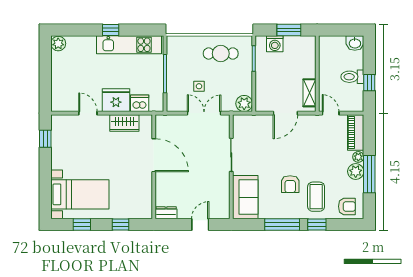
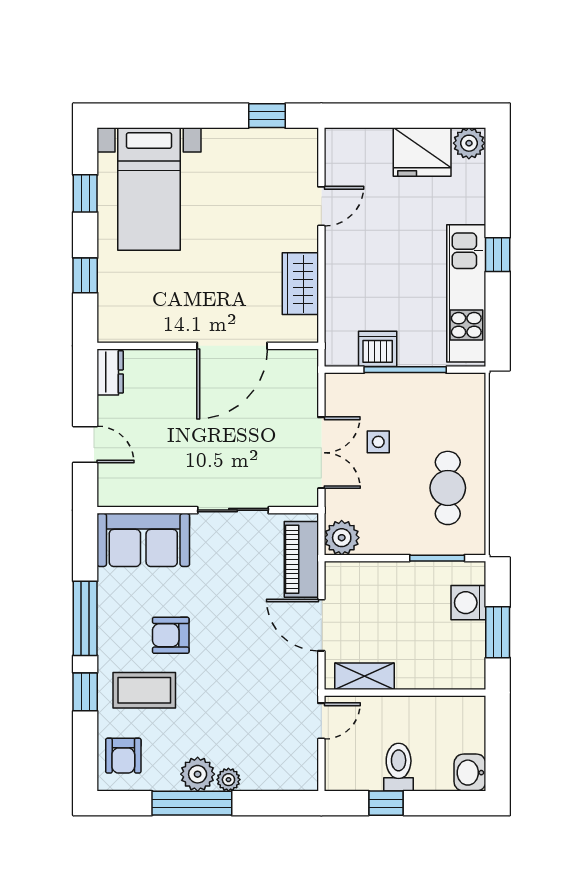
fridge: (116, 100) -> (422, 152), moved, turned 90
dishwasher: (140, 103) -> (378, 349), moved, turned -90
piano: (356, 132) -> (301, 559), moved, turned -90

